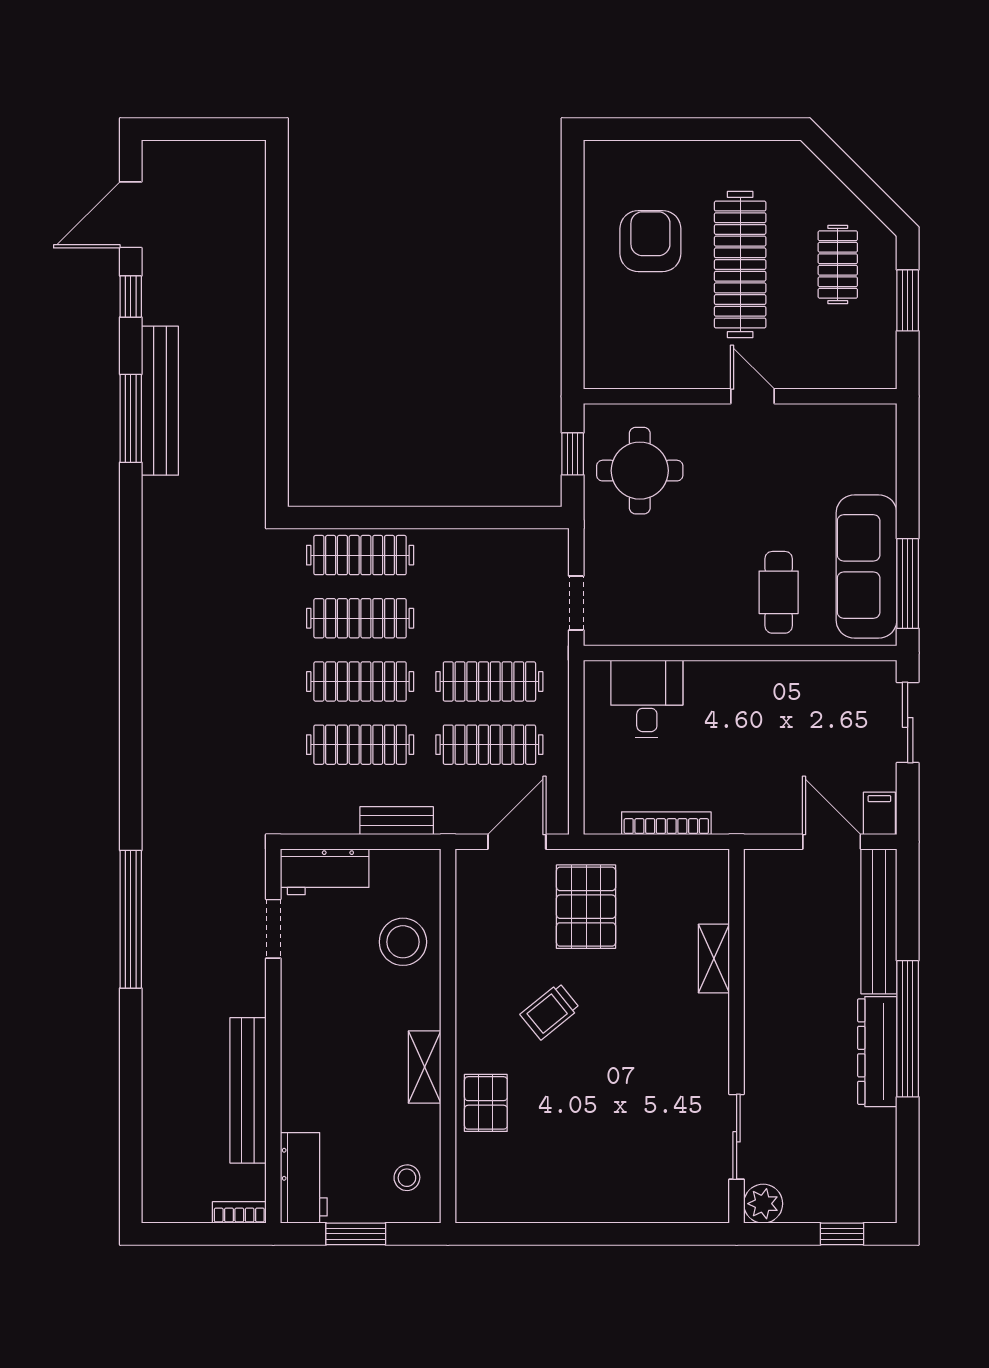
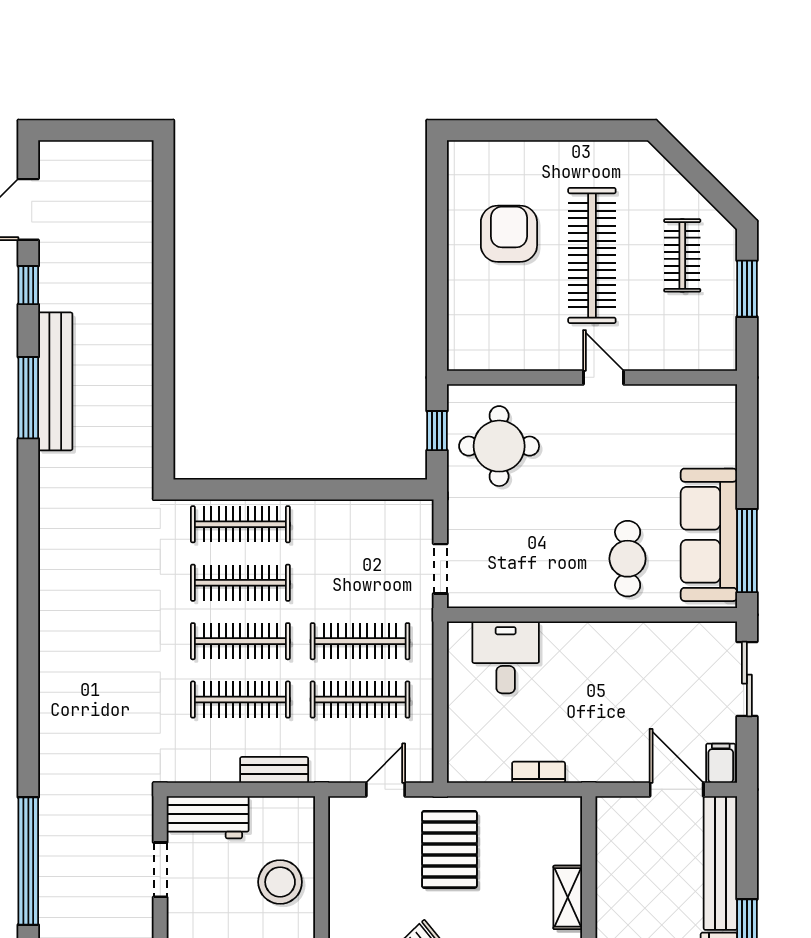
bookcase: (666, 823) -> (539, 772), width x0.64
door: (517, 842) -> (385, 789), width x0.73

